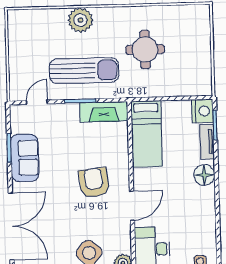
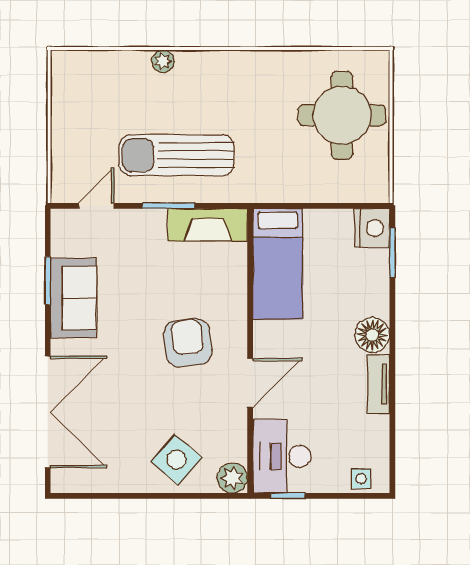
plant: (80, 20) -> (163, 61), width x0.53, depth x0.53
round table: (145, 49) -> (342, 115), moved, width x1.36, depth x1.36
sun lounger: (84, 71) -> (177, 155), turned 180
tv unit: (207, 142) -> (378, 384), moved

